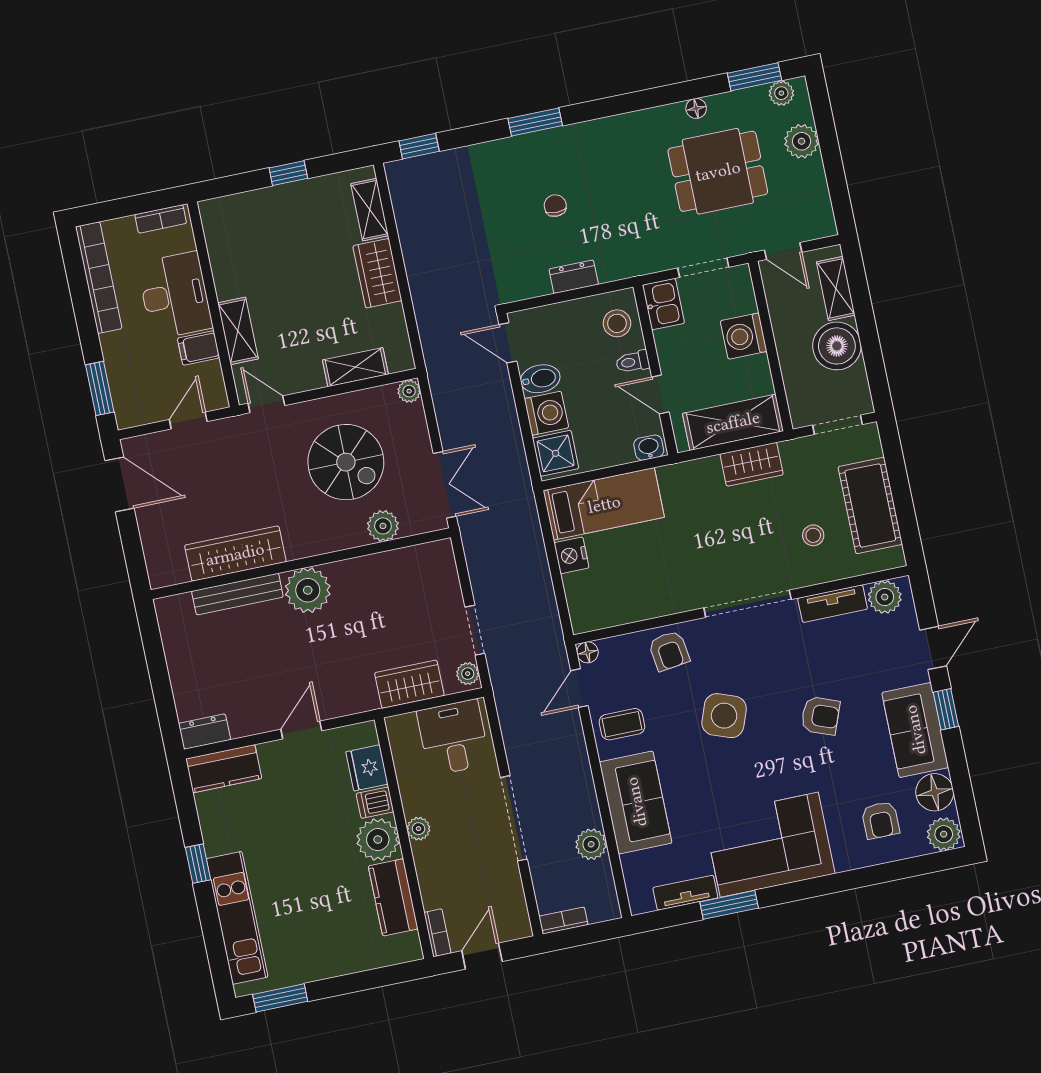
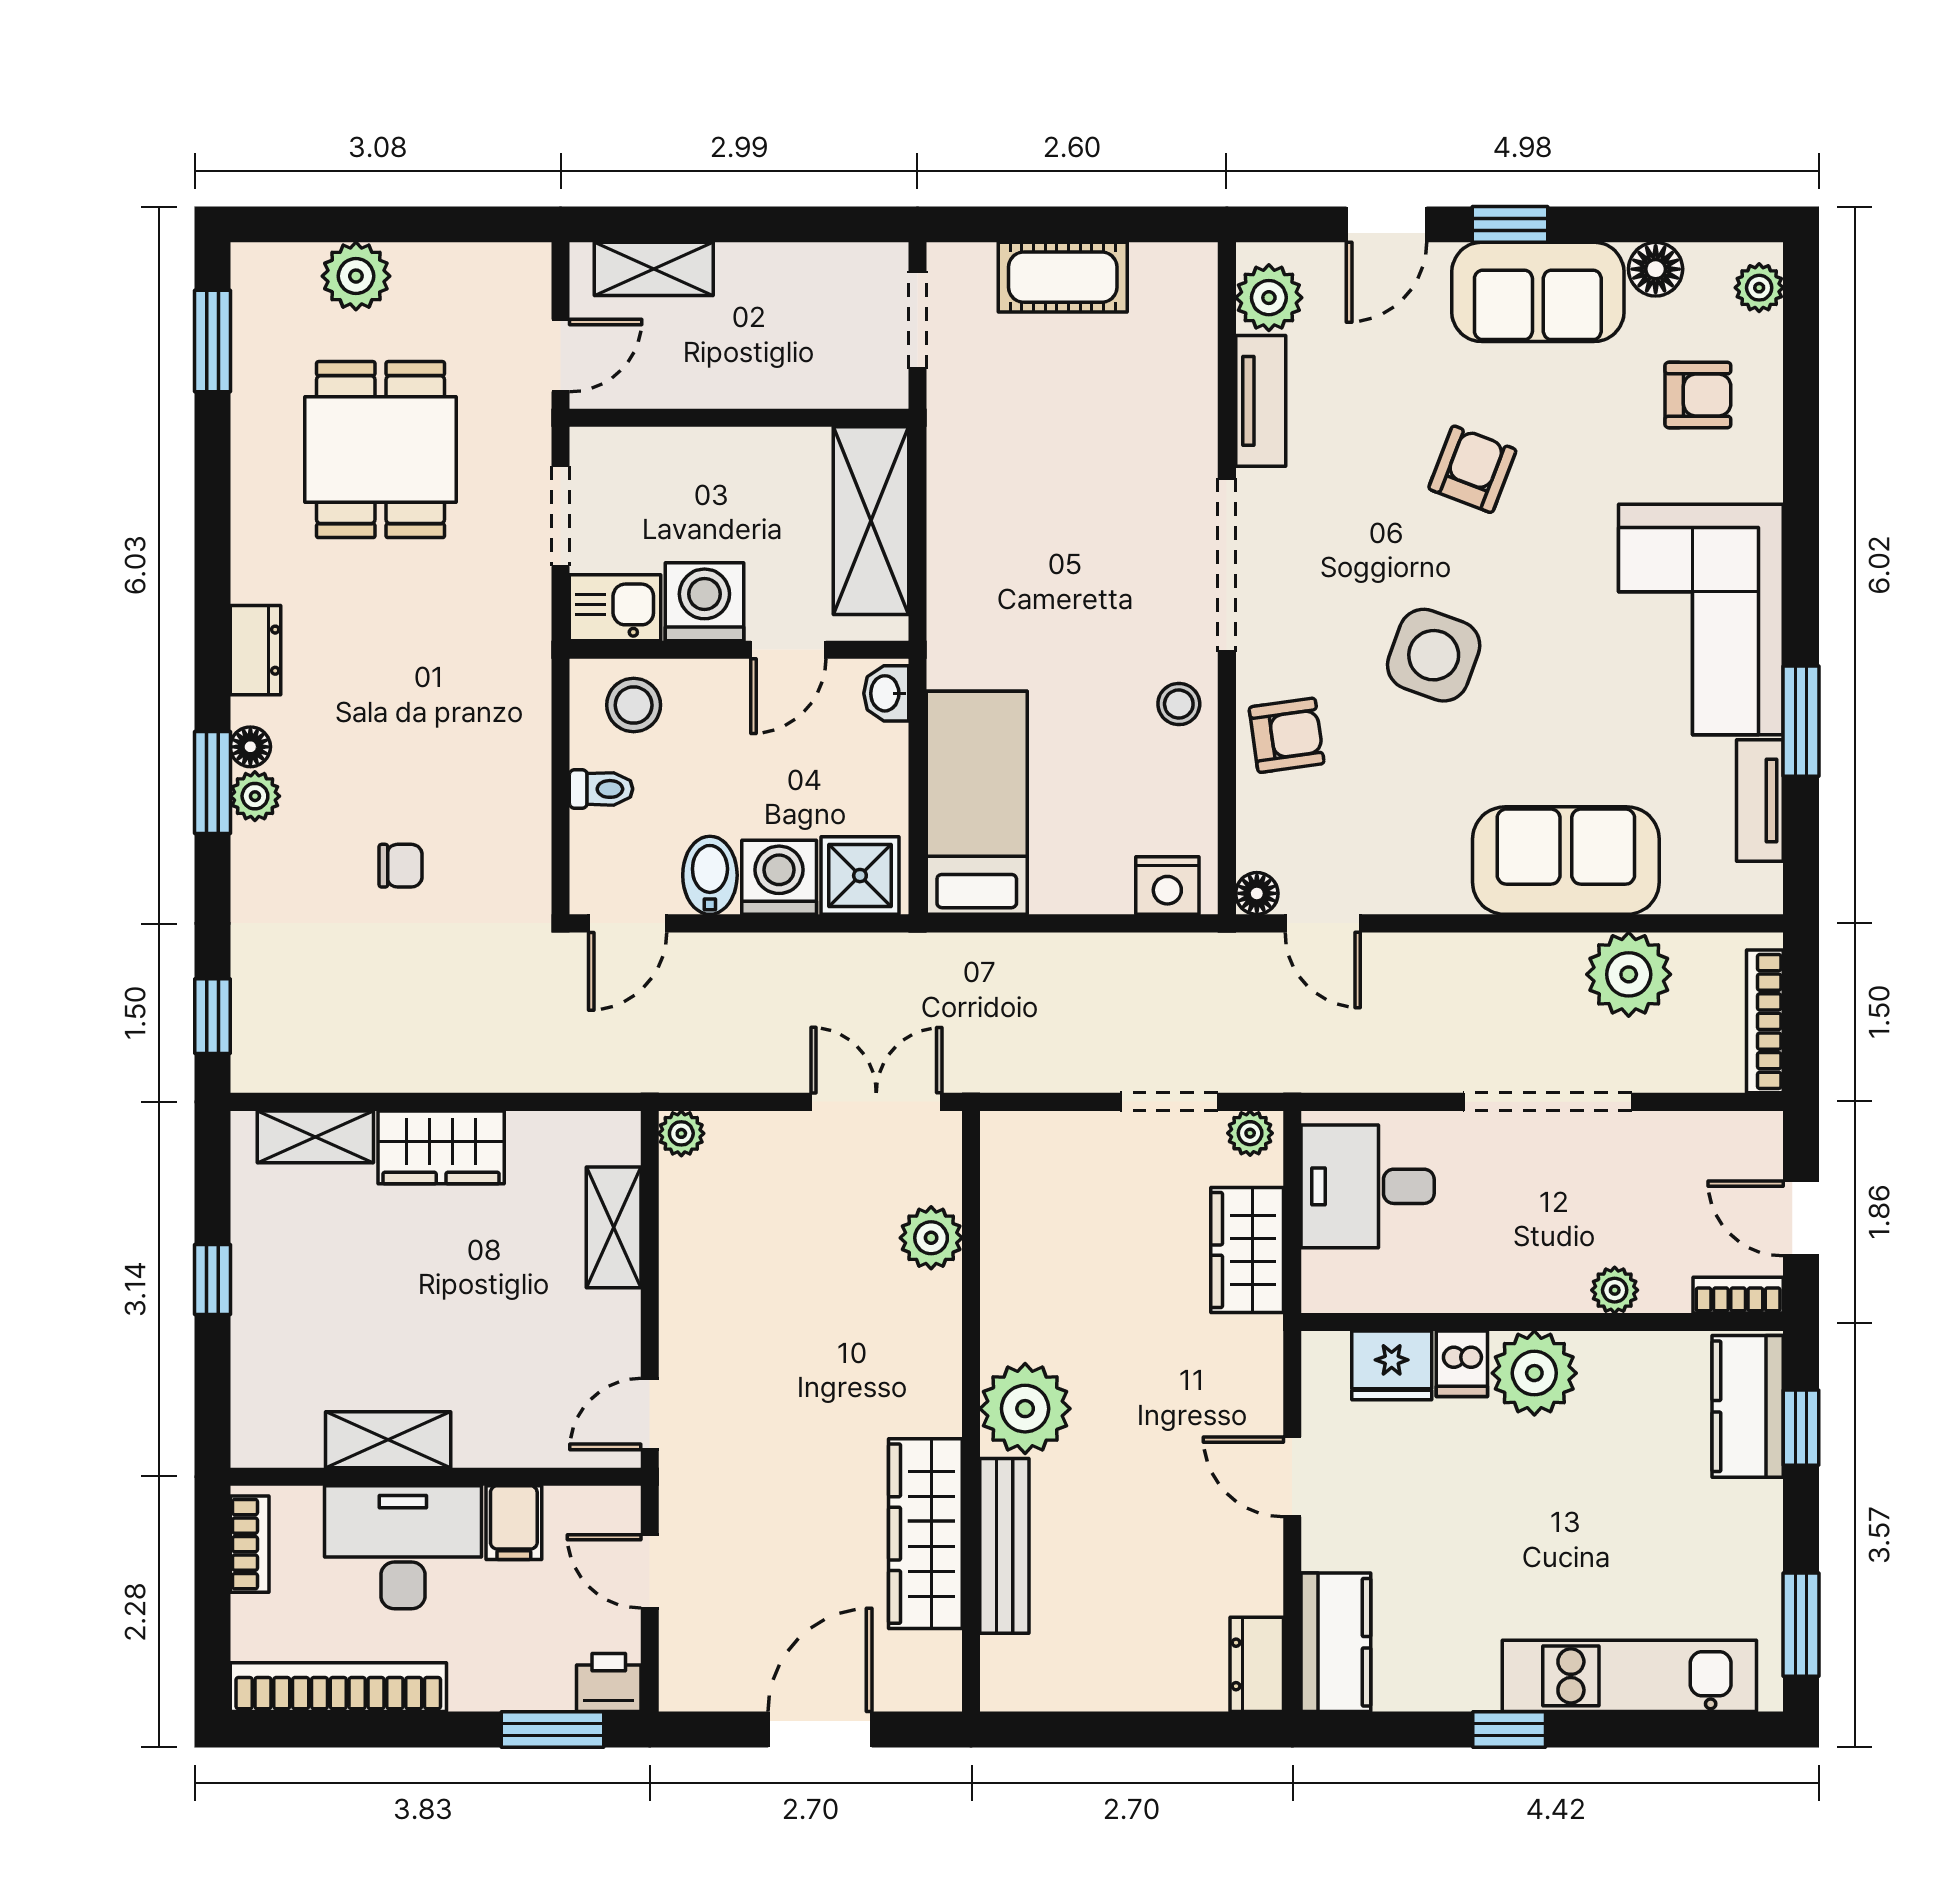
plant: (781, 93) -> (255, 796), moved
floor lamp: (696, 108) -> (250, 747), moved
chair: (555, 206) -> (401, 866), moved, turned 180
dresser: (574, 277) -> (256, 650), moved, turned 180
shelving: (238, 331) -> (388, 1440), moved
washing machine: (744, 336) -> (704, 602), moved, turned 180
boiler: (837, 346) -> (765, 290), removed
toilet: (633, 362) -> (601, 789), moved, turned -90
printer: (129, 412) -> (609, 1683), added
spiral stairs: (346, 462) -> (793, 1284), removed
wardrobe: (752, 464) -> (959, 502), removed
door: (120, 484) -> (820, 1730), moved
cot: (870, 506) -> (1063, 277), width x0.73, depth x0.75
stool: (813, 535) -> (1179, 704), moved
nightstand: (572, 555) -> (1167, 886), moved
door: (933, 648) -> (1387, 224), swing flipped
coffee table: (622, 724) -> (1409, 856), removed
floor lamp: (935, 792) -> (1656, 269), width x0.73, depth x0.73
plant: (418, 829) -> (1615, 1290), moved
plant: (944, 834) -> (1759, 288), width x0.73, depth x0.73
plant: (591, 844) -> (1629, 974), width x1.36, depth x1.36
kitchen counter: (393, 897) -> (1748, 1406), moved, turned 90
bookcase: (563, 921) -> (1765, 1021), width x1.56
window: (378, 978) -> (1801, 1428), added

